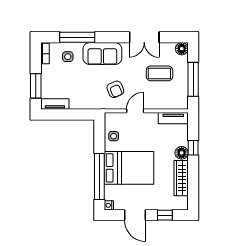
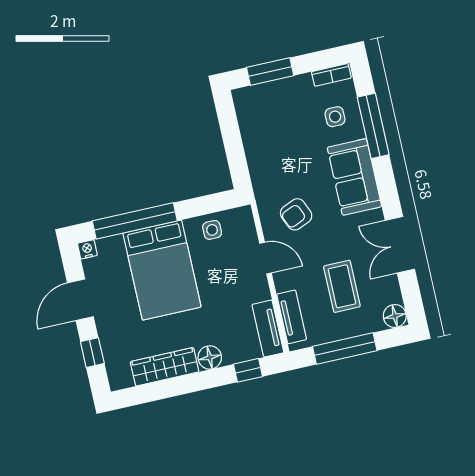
tv unit: (55, 104) -> (292, 317), moved
window: (193, 148) -> (248, 370), moved

